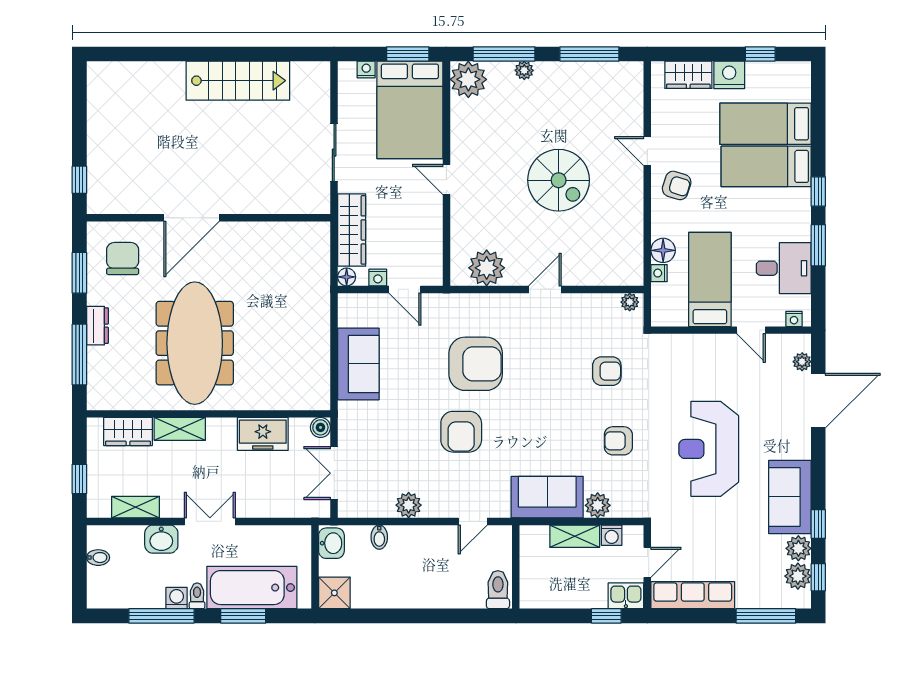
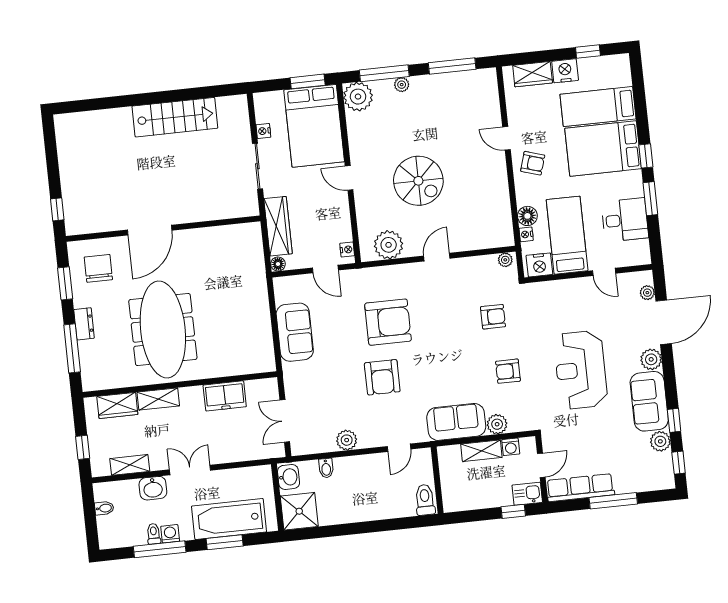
nightstand: (366, 70) -> (263, 131), moved, turned -90
bed: (766, 166) -> (603, 149), width x1.50
spiral stairs: (559, 180) -> (418, 181), moved
nightstand: (378, 278) -> (347, 250), moved, turned -90
nightstand: (794, 319) -> (539, 265), moved, width x1.89, depth x1.79
boiler: (320, 427) -> (270, 386), removed
plant: (798, 576) -> (651, 359), moved
shower: (334, 593) -> (299, 511), width x1.36, depth x1.36
toilet: (197, 596) -> (154, 534), moved
window: (766, 616) -> (613, 501), moved

